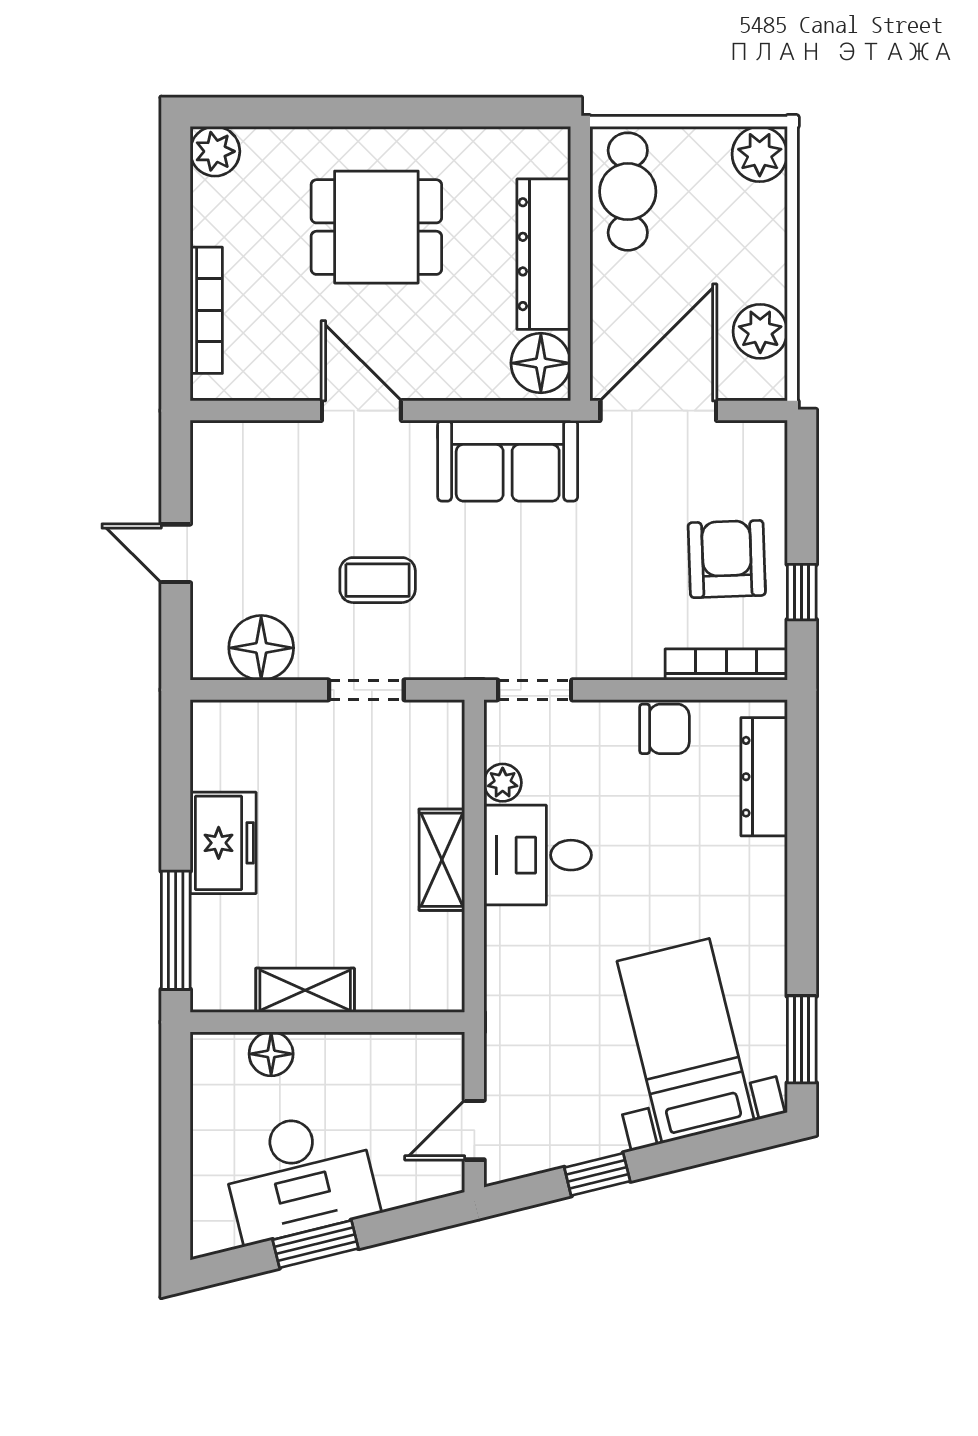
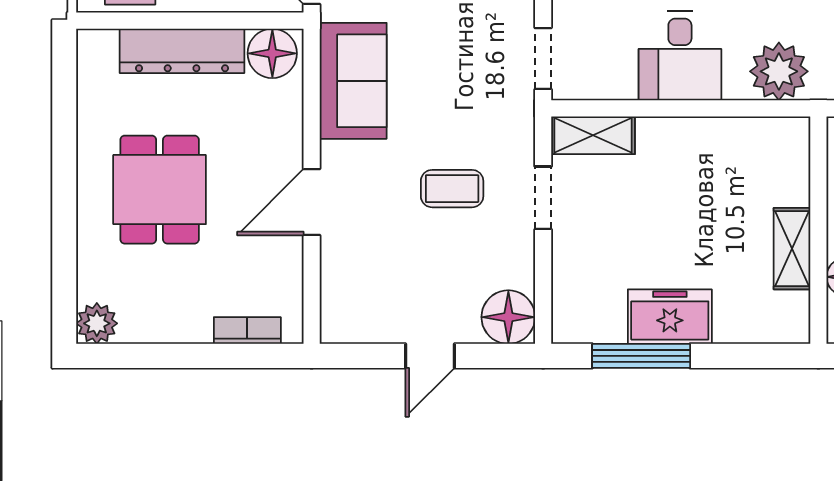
bookcase: (206, 310) -> (247, 330), width x0.64
coffee table: (378, 580) -> (452, 189), turned 90
floor lamp: (261, 648) -> (508, 317), moved
plant: (503, 783) -> (779, 71), moved, width x1.88, depth x1.88
shelving: (442, 860) -> (593, 135), moved
window: (176, 930) -> (641, 356), moved

